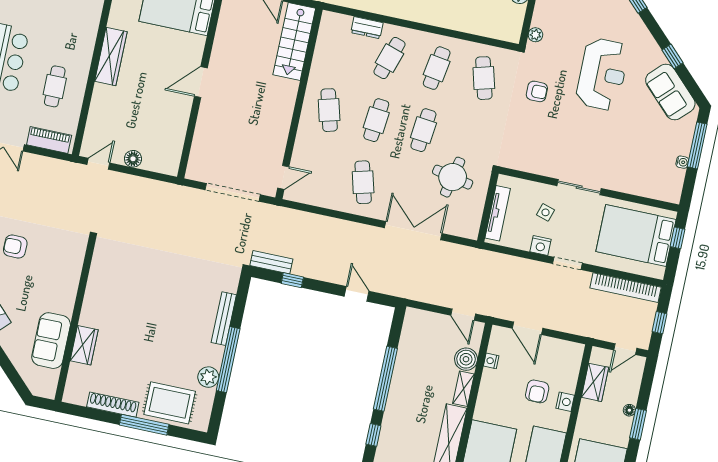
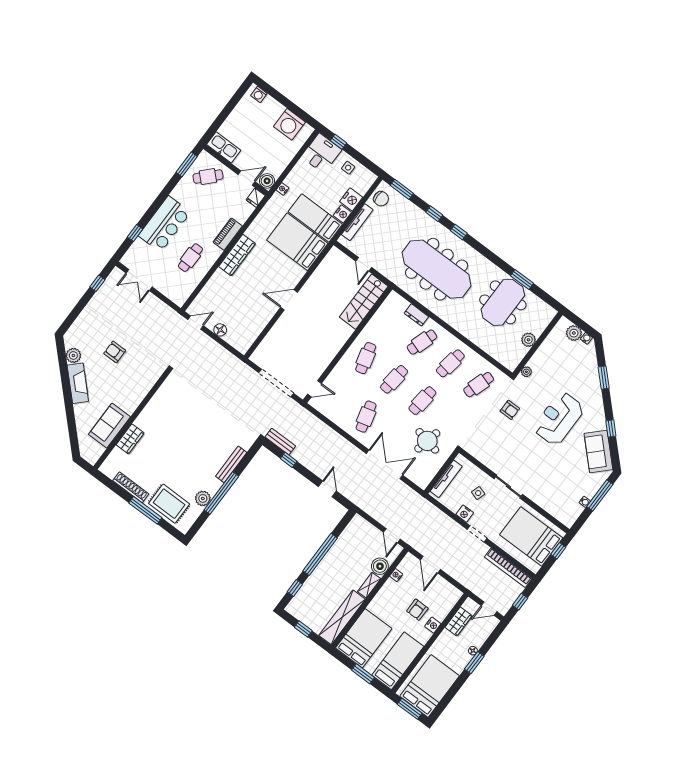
reception desk: (602, 74) -> (559, 419), turned 180
cafe table: (484, 78) -> (479, 385), turned 33
piano: (49, 140) -> (228, 234), moved, turned -90

